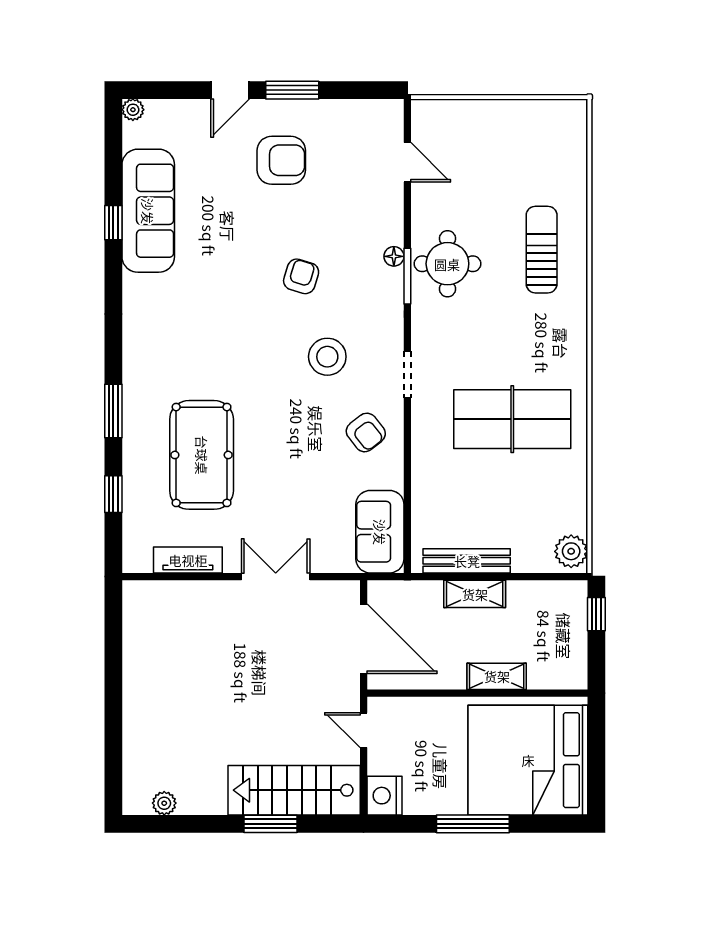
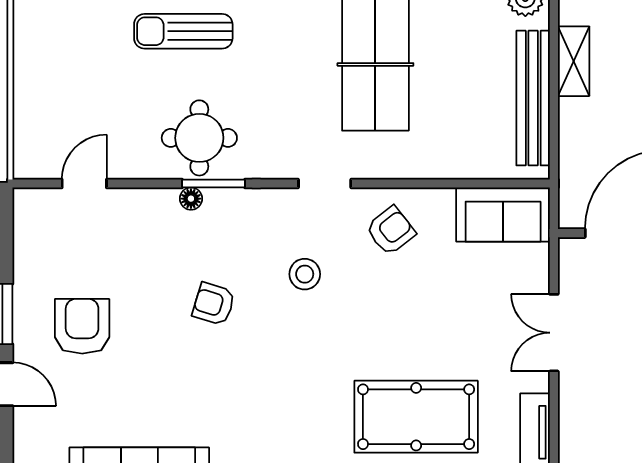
stool: (327, 357) -> (305, 274), width x0.73, depth x0.73
bench: (467, 561) -> (533, 98), width x1.37, depth x1.21
shelving: (475, 594) -> (574, 61), moved

